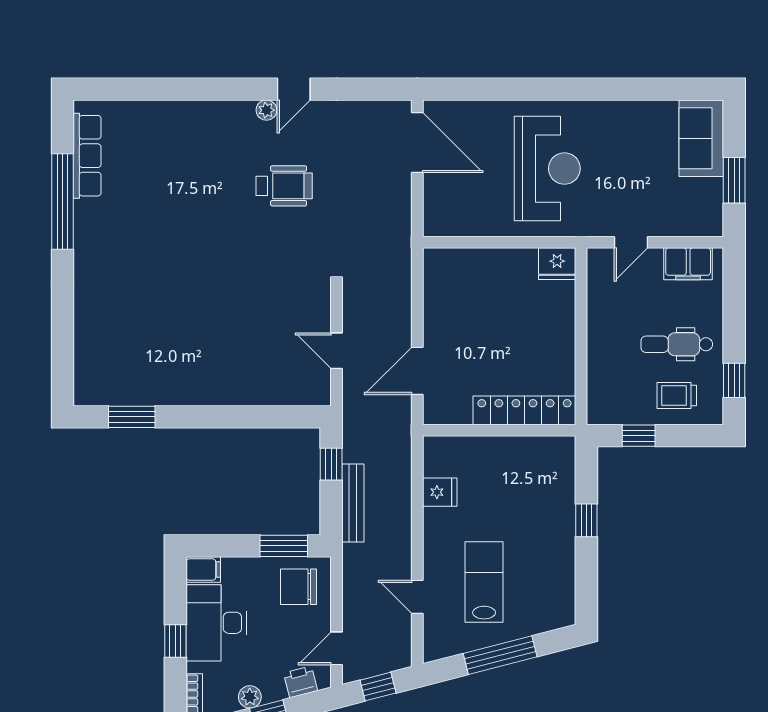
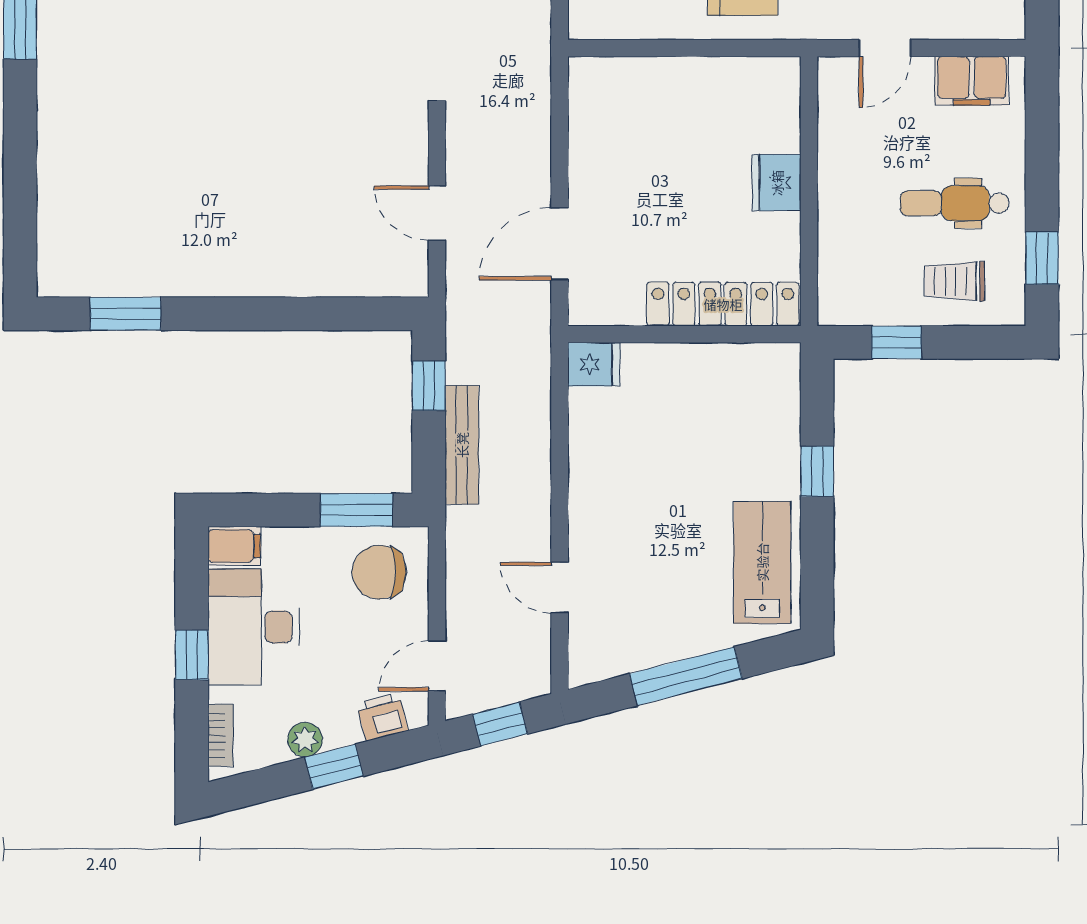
fridge: (557, 264) -> (777, 183), moved, turned 90
fridge: (440, 492) -> (594, 364), moved
lab bench: (484, 582) -> (762, 562), moved

